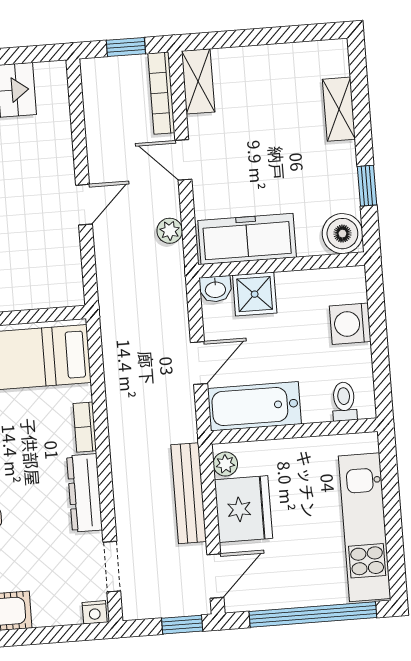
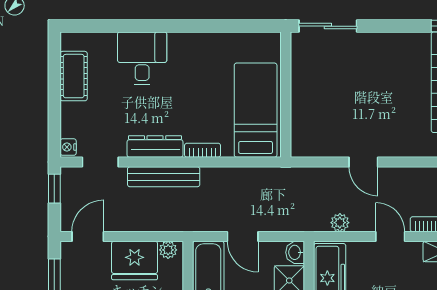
door: (183, 160) -> (390, 236), hinge flipped
bench: (189, 493) -> (164, 177), moved
door: (215, 576) -> (88, 236), swing flipped
window: (182, 625) -> (54, 189), moved

